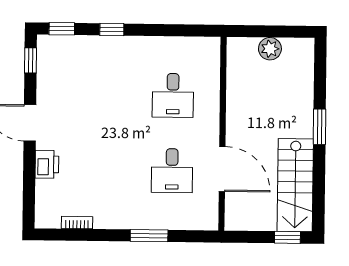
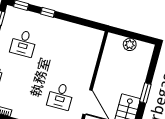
desk: (173, 95) -> (24, 43), moved

